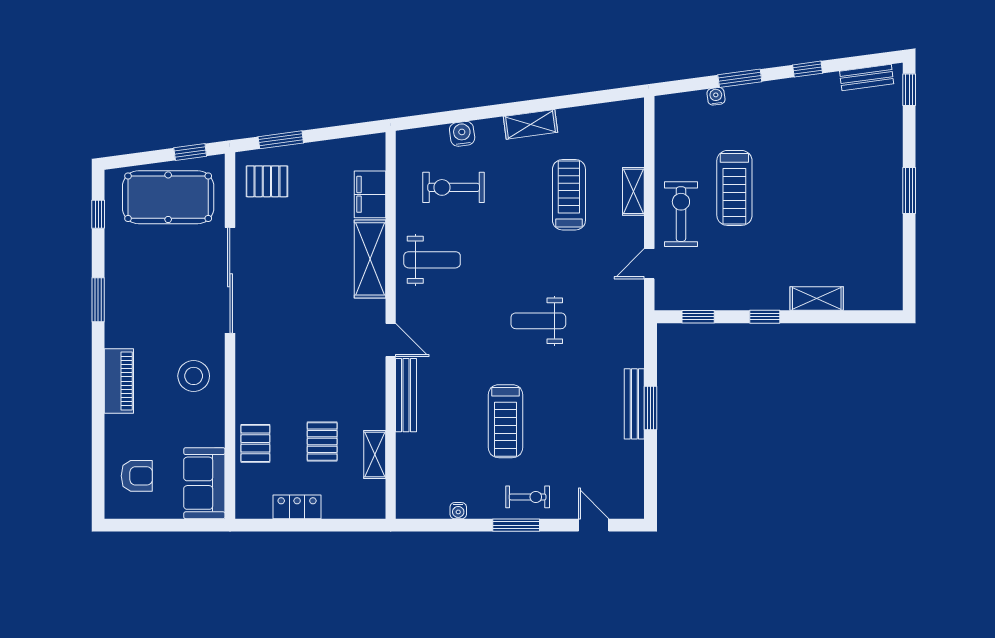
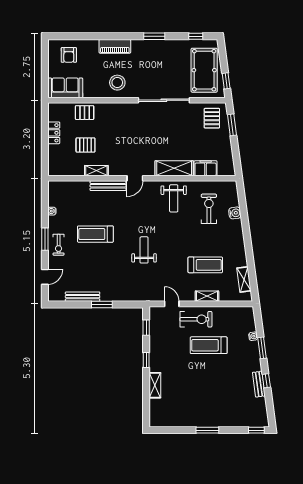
bench: (867, 78) -> (259, 384), moved
shelving: (530, 124) -> (244, 279), moved
bench: (634, 404) -> (83, 297), moved
shelving: (375, 454) -> (96, 171), moved

